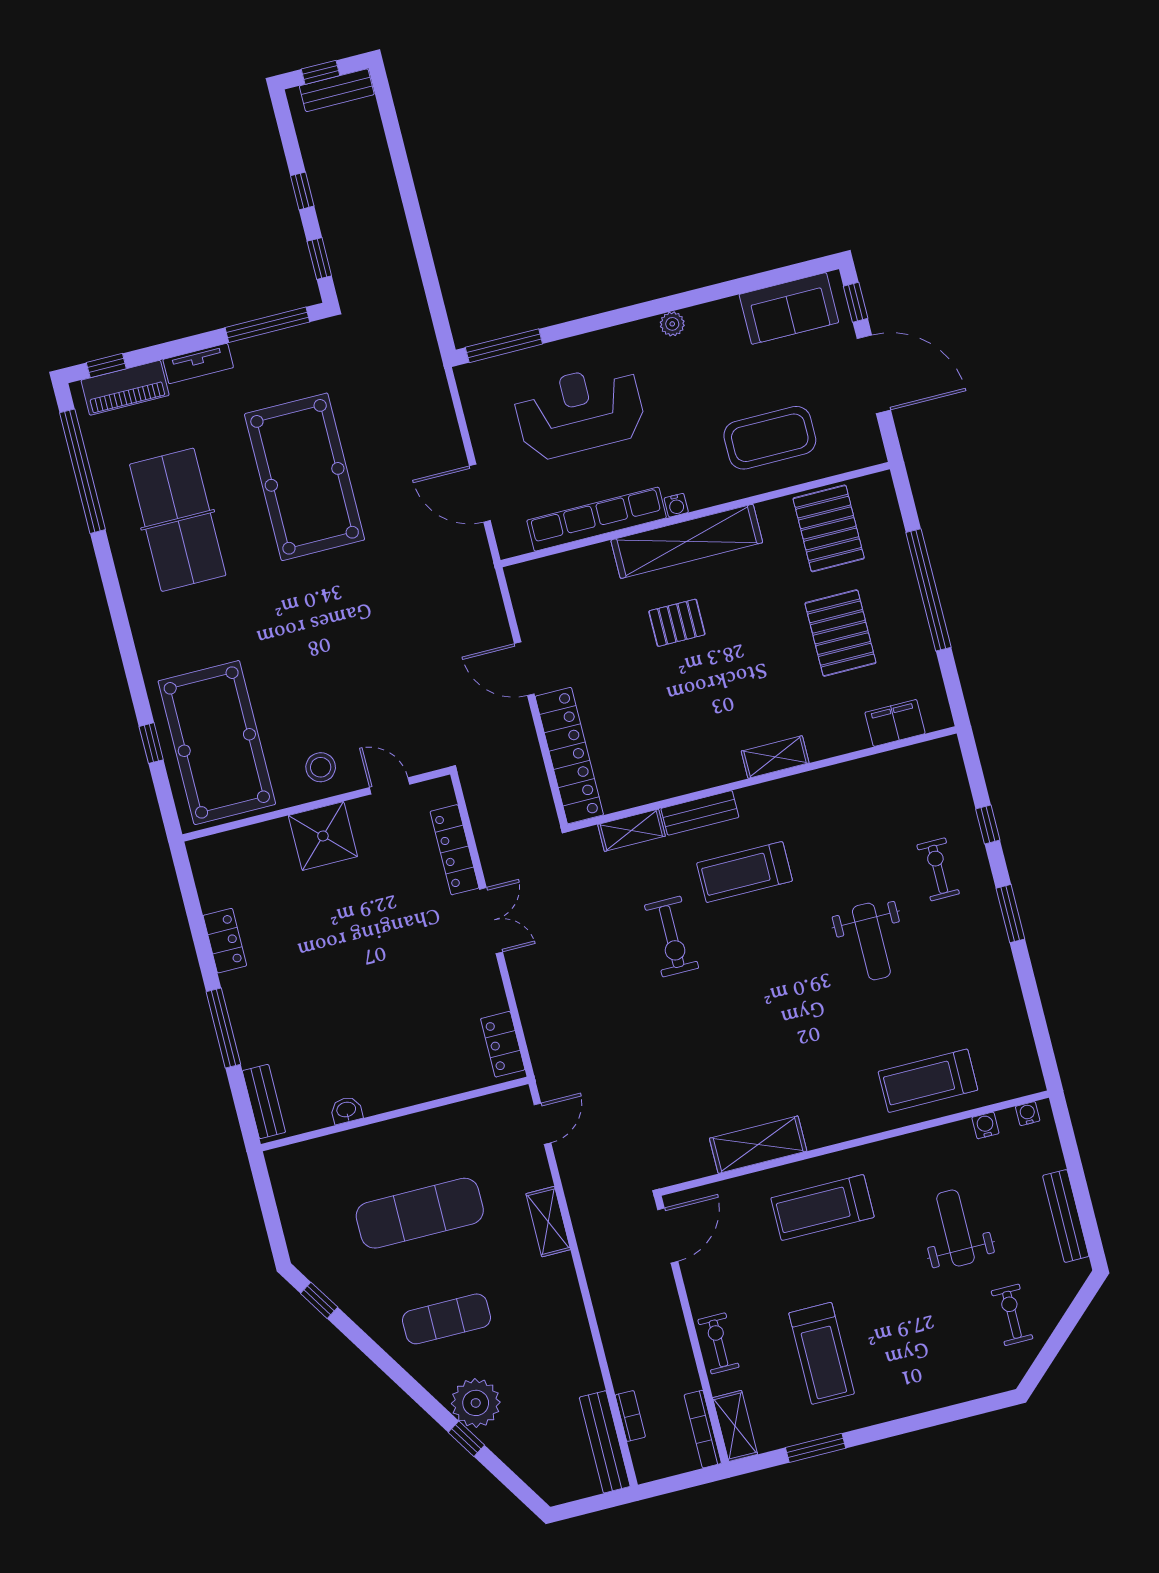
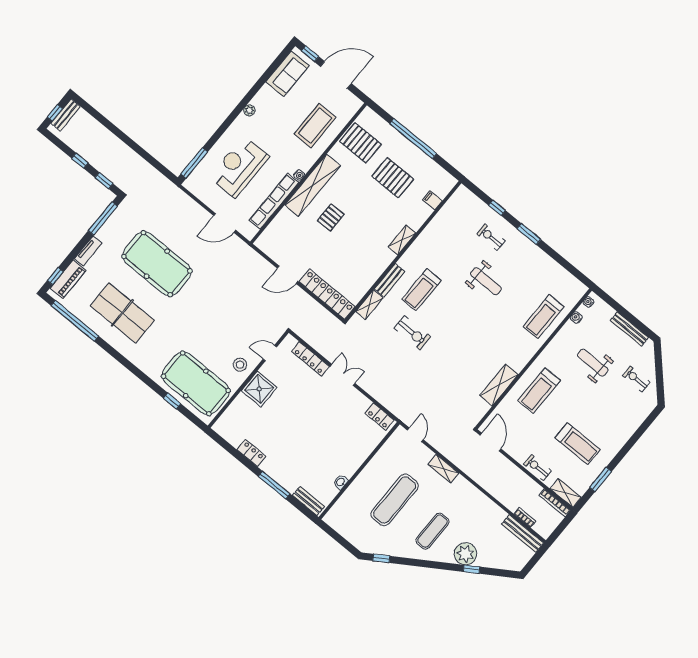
filing cabinet: (895, 723) -> (433, 200), width x0.50

